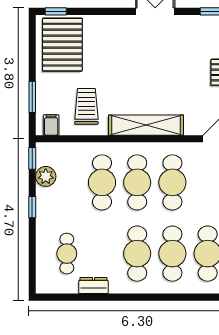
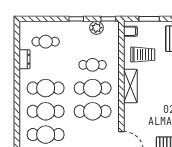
shelving: (146, 125) -> (130, 86), width x0.68
cafe table: (102, 182) -> (93, 65), width x0.73, depth x0.74

